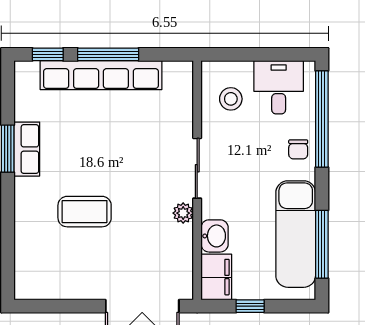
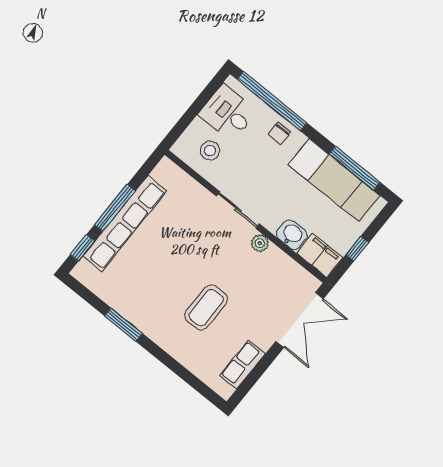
row of seats: (27, 149) -> (243, 364), moved, turned -90
chair: (298, 149) -> (279, 133), turned 90

